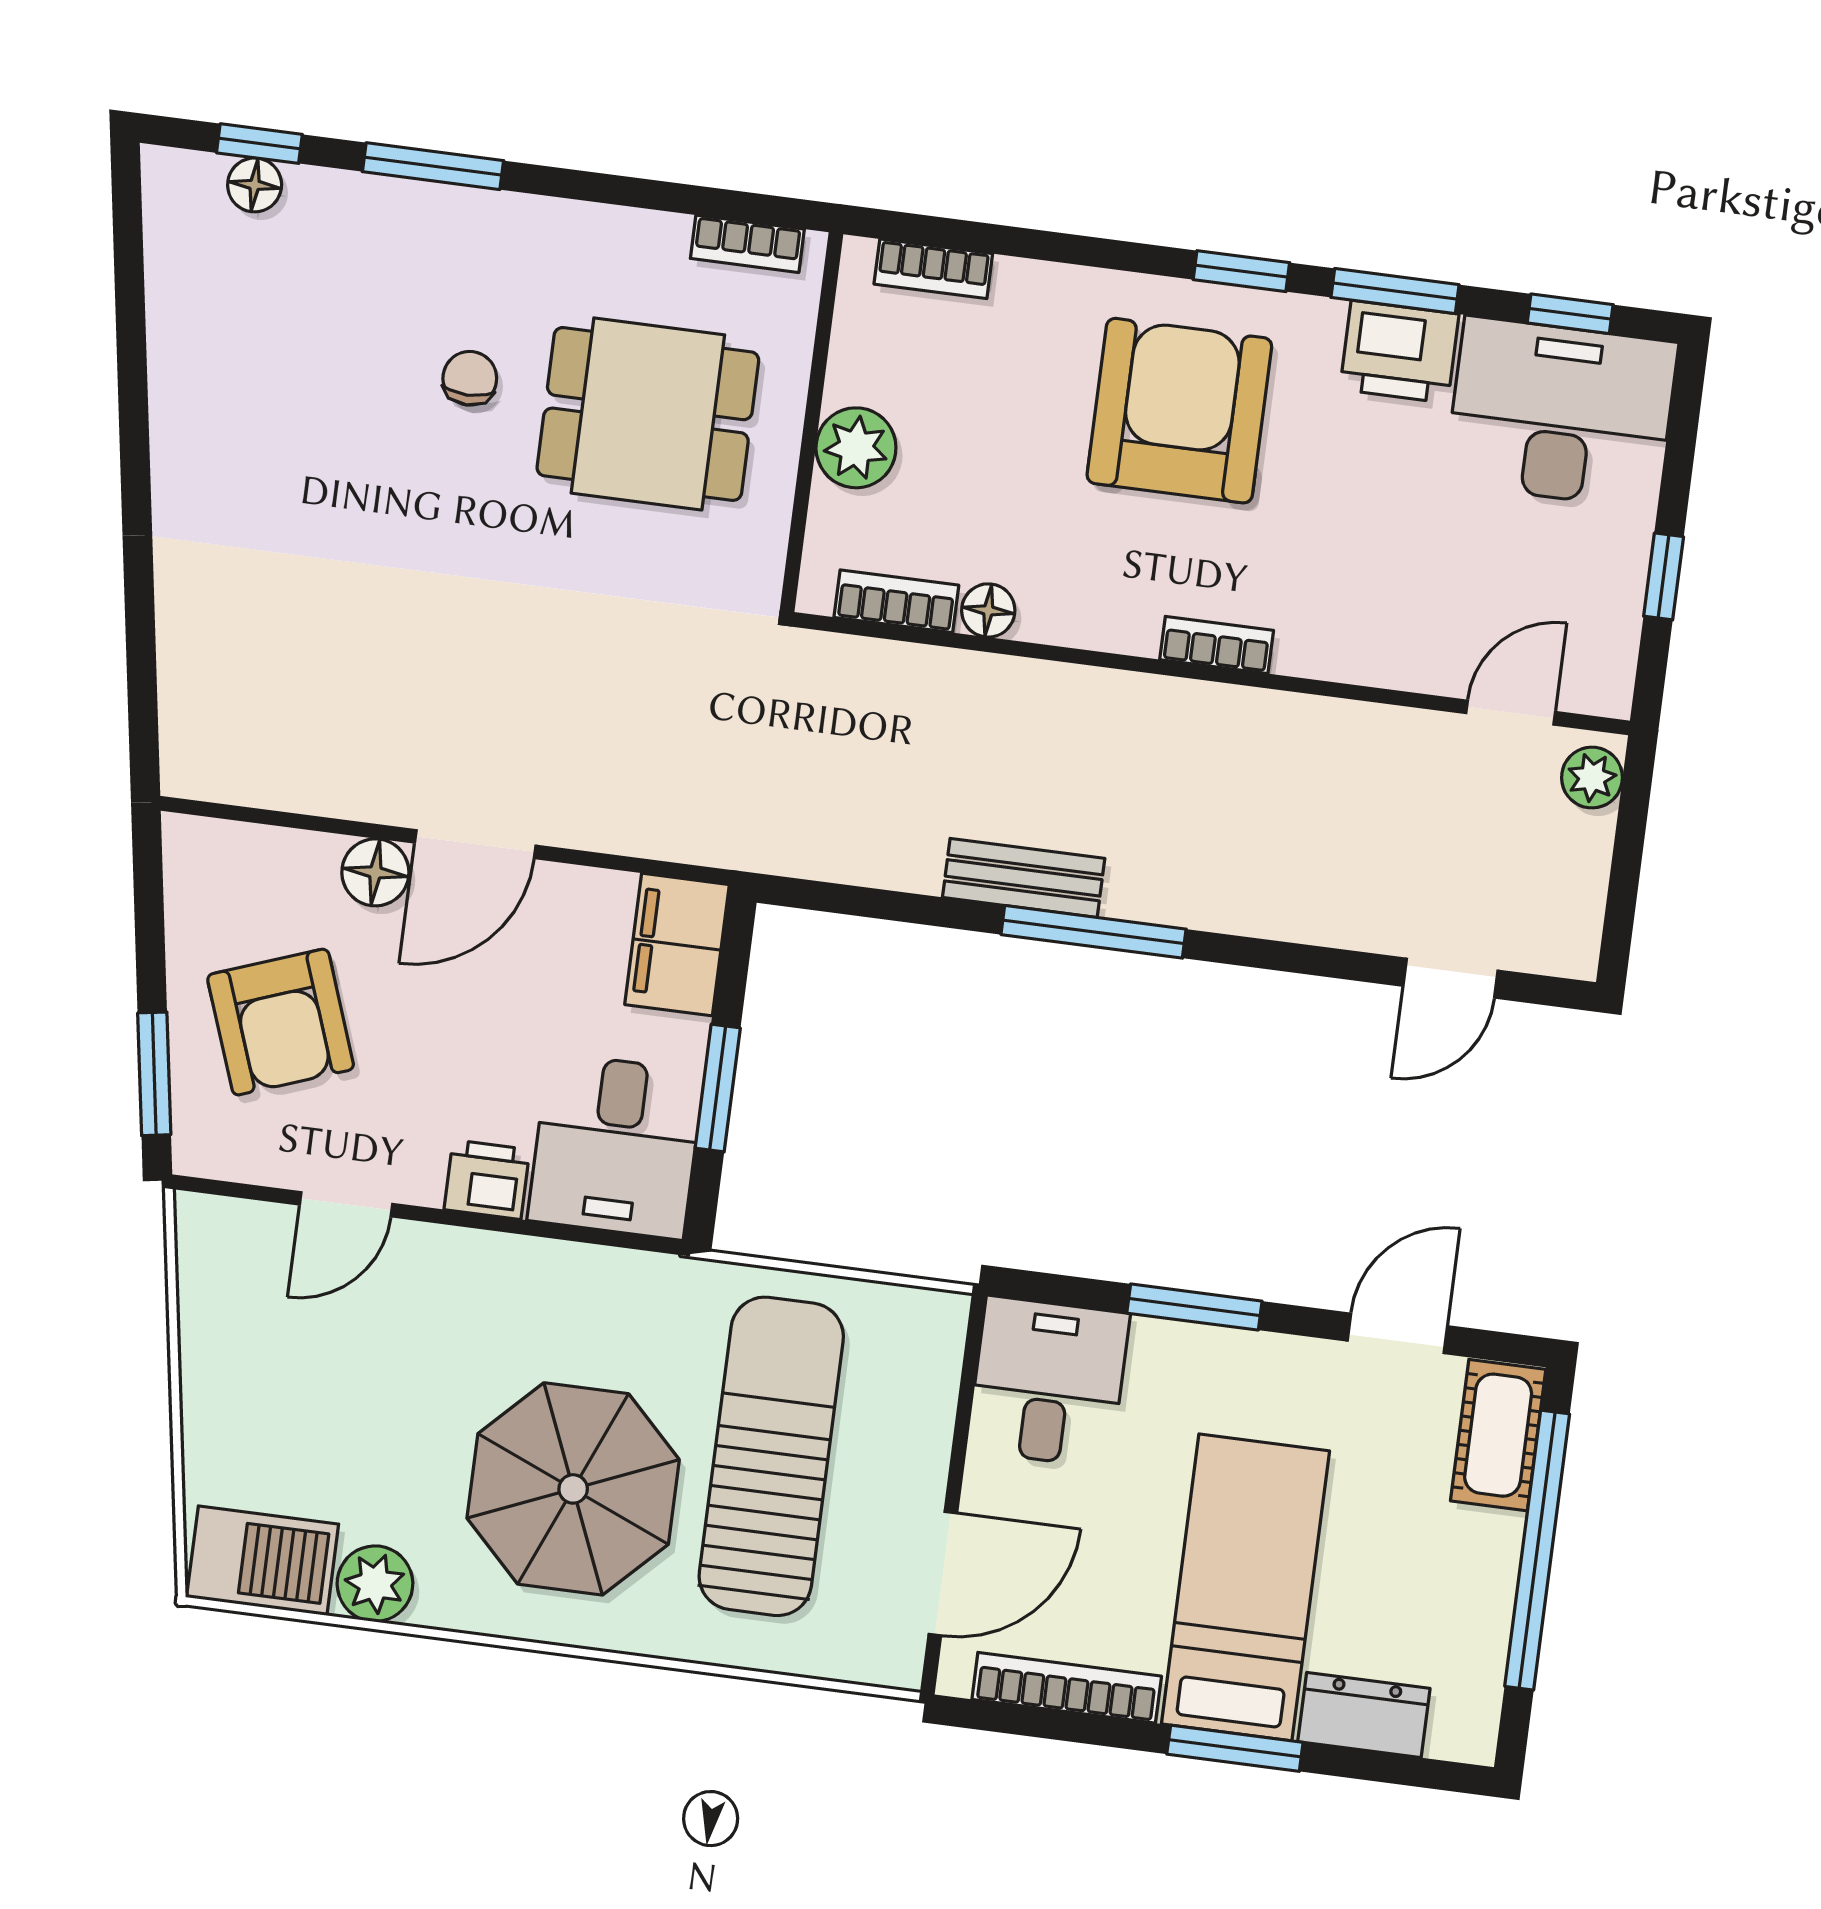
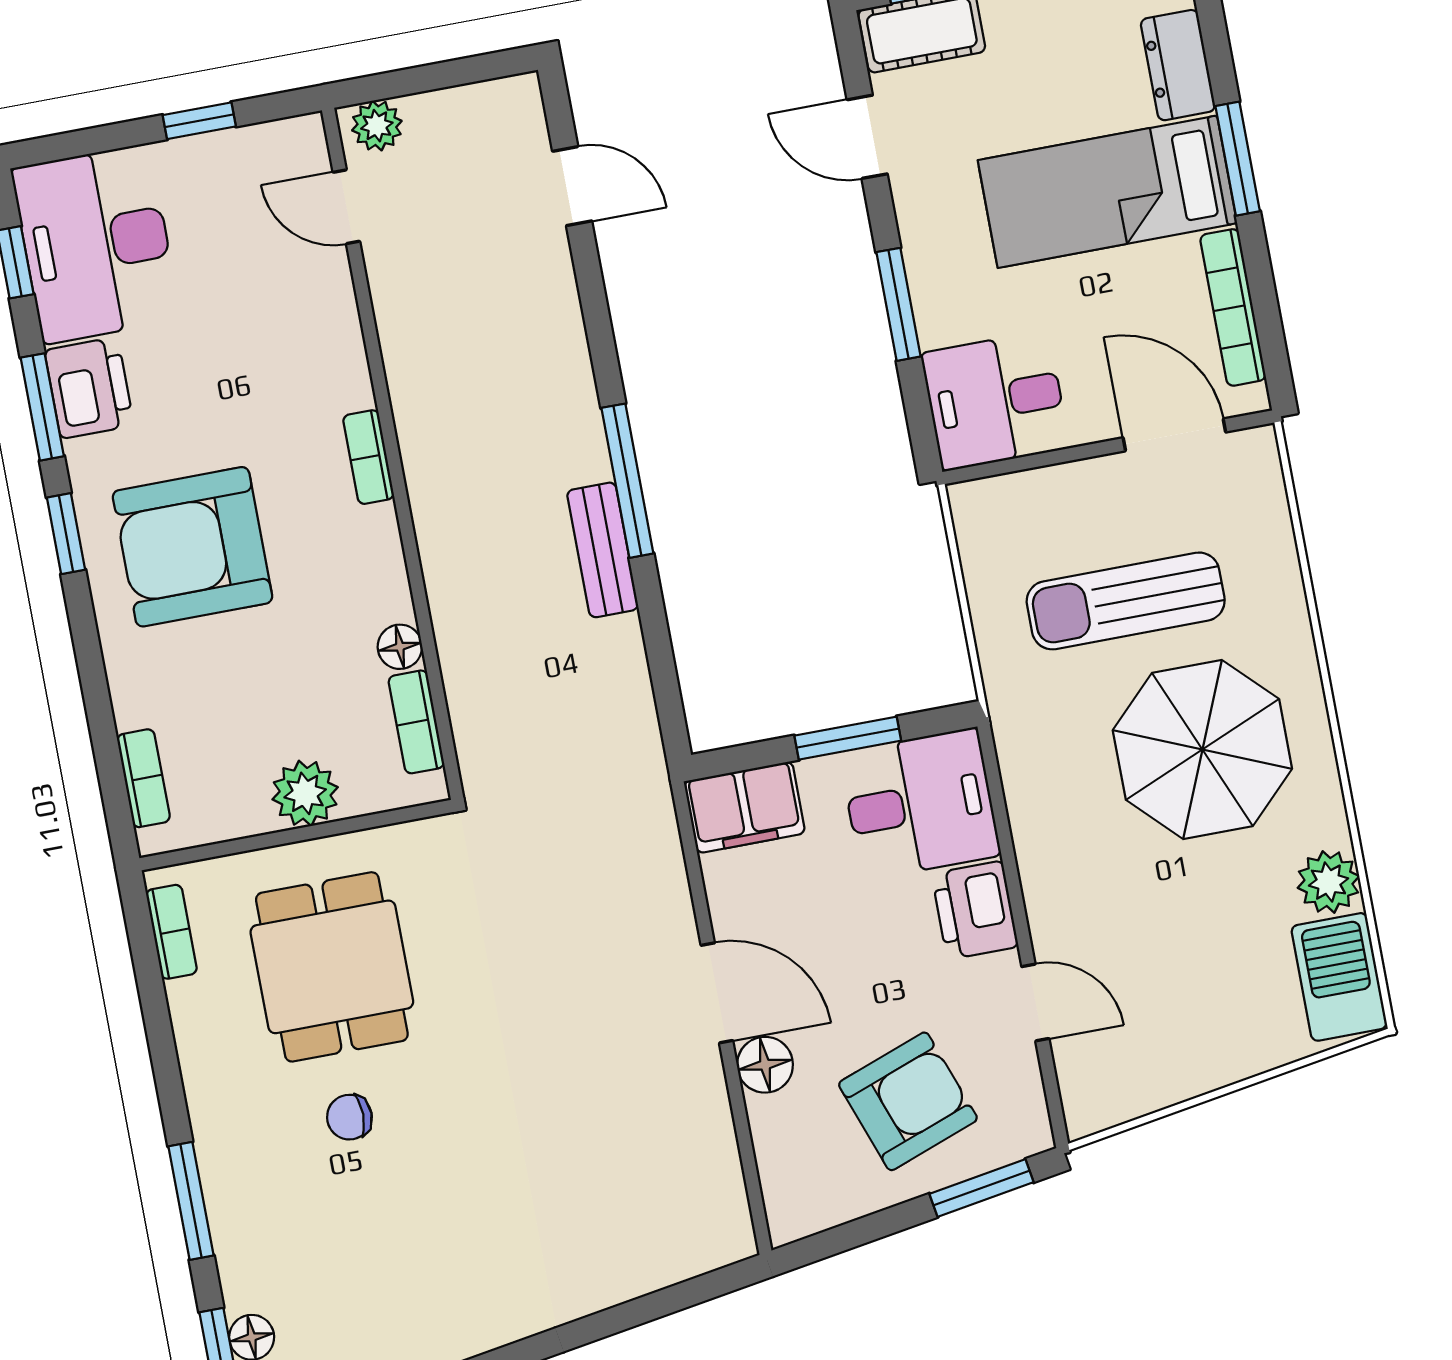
printer: (487, 1180) -> (975, 910), width x1.36, depth x1.24
sun lounger: (771, 1456) -> (1126, 601), width x0.73, depth x0.75

